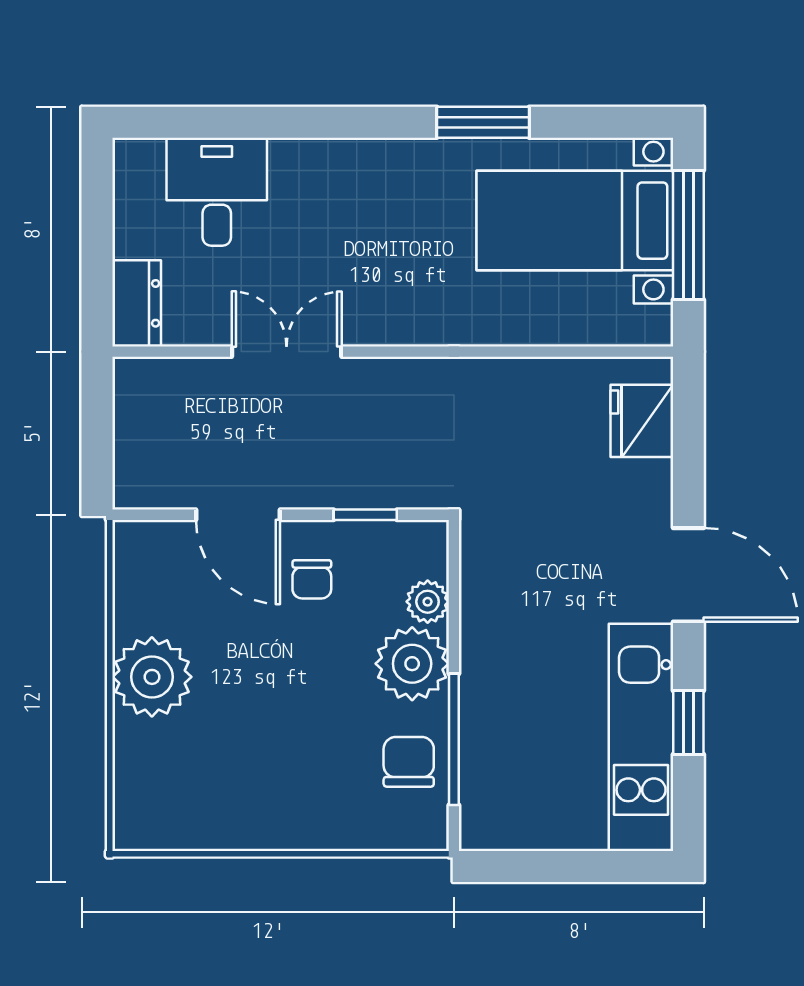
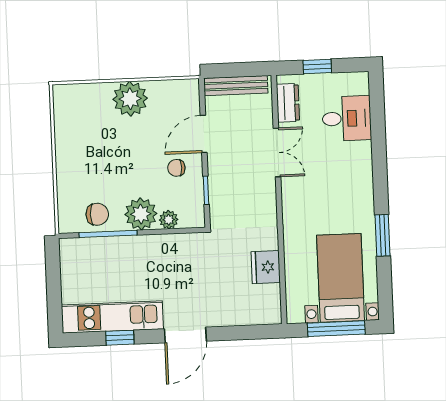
window: (97, 253) -> (317, 66), added
dresser: (137, 303) -> (288, 103), moved, turned -90
fridge: (642, 421) -> (266, 267), moved, turned -90
bench: (132, 438) -> (236, 86), added

